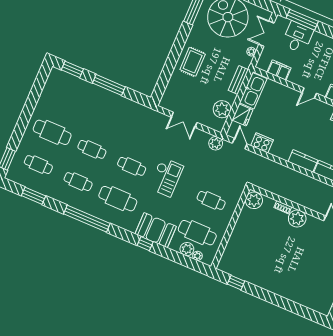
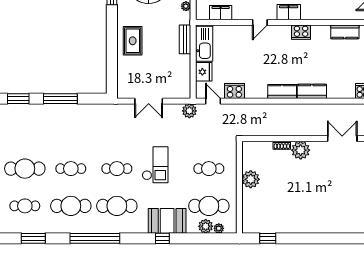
plant: (222, 109) -> (181, 75), removed
cafe table: (78, 182) -> (71, 206), width x1.37, depth x1.35
plant: (254, 200) -> (251, 179), moved

